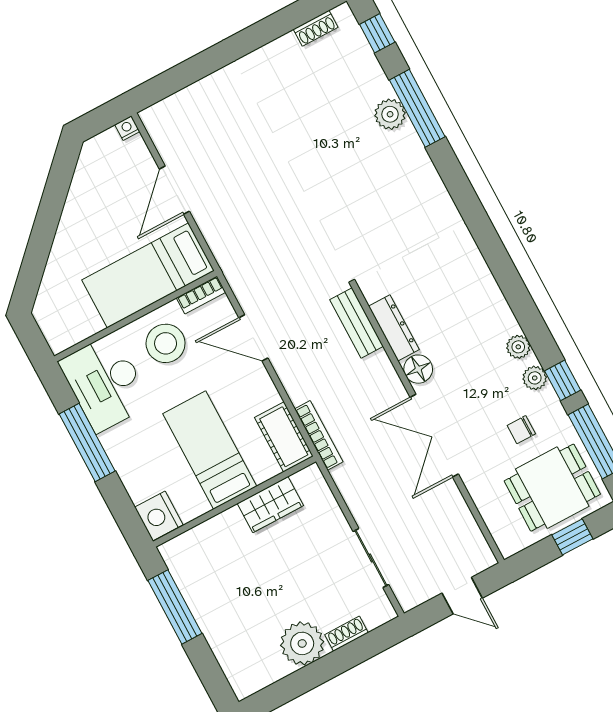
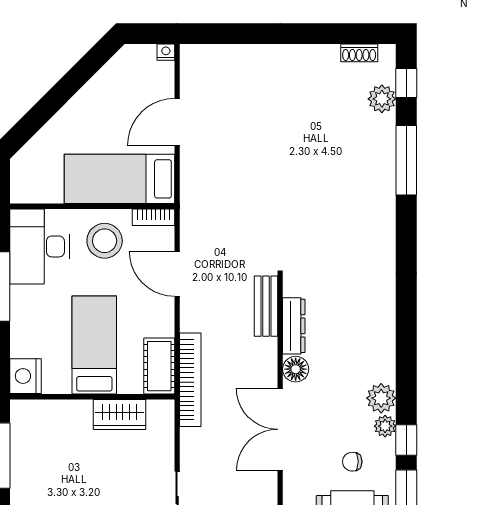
plant: (390, 114) -> (382, 99), moved
plant: (518, 347) -> (381, 398), width x1.38, depth x1.38
bookcase: (319, 435) -> (190, 380), width x1.48, depth x1.31

